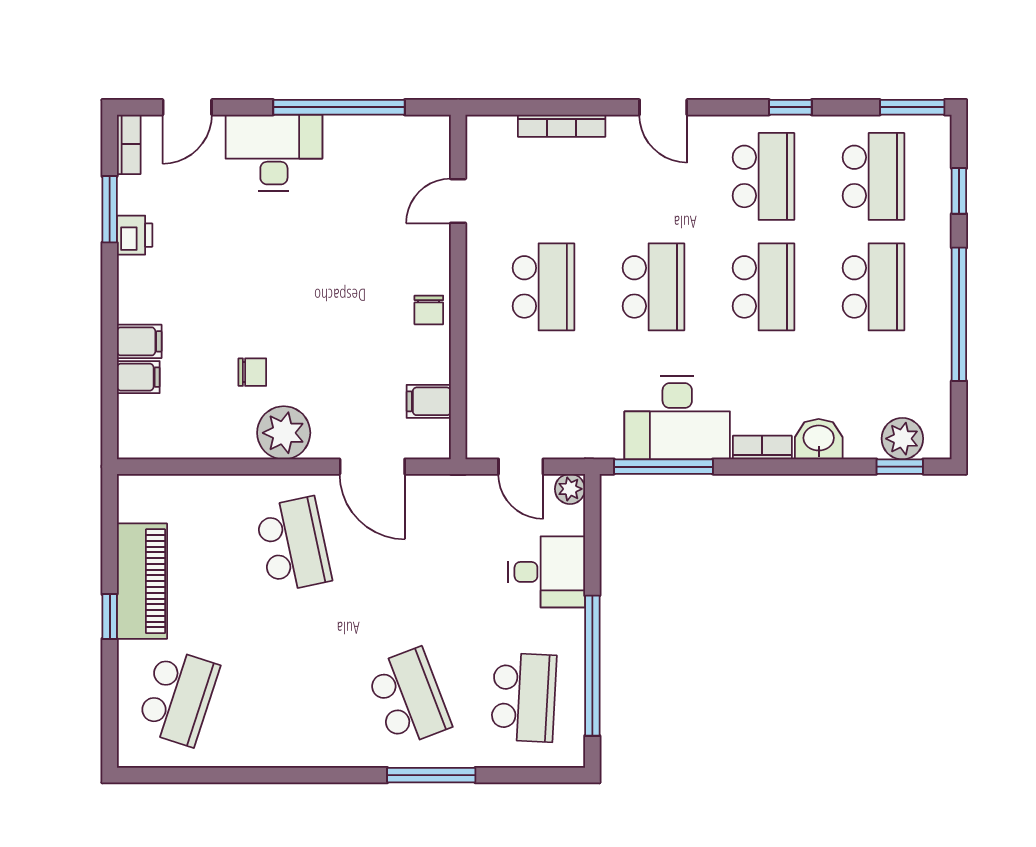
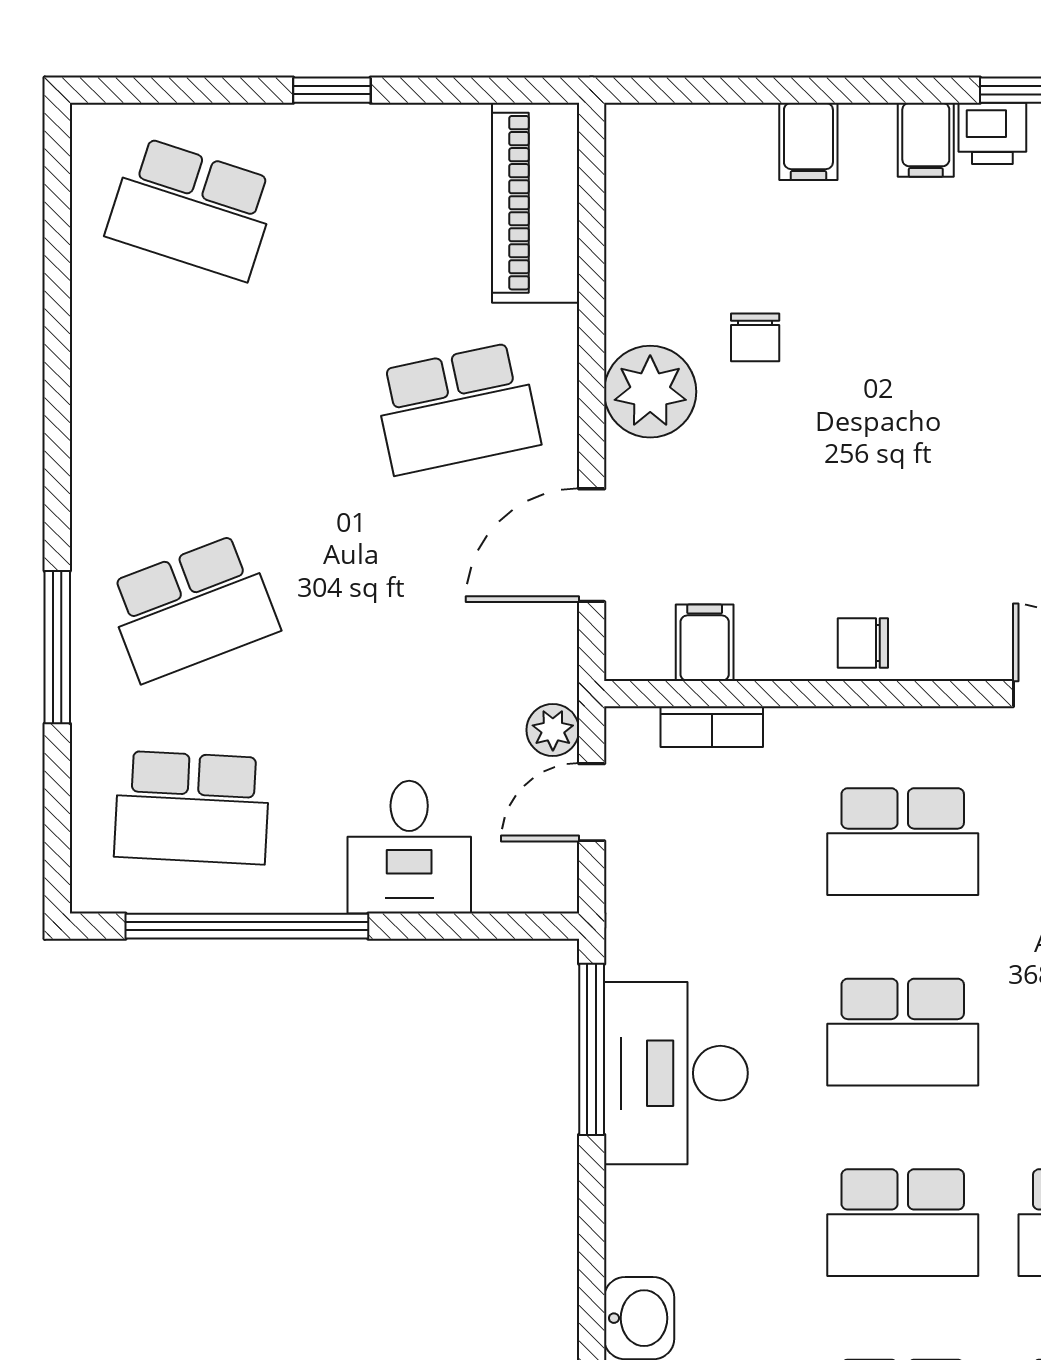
filing cabinet: (138, 377) -> (926, 140), moved
bookcase: (762, 448) -> (712, 727), moved, turned 90
plant: (570, 489) -> (553, 730), moved
piano: (142, 581) -> (536, 203), moved, turned 90

